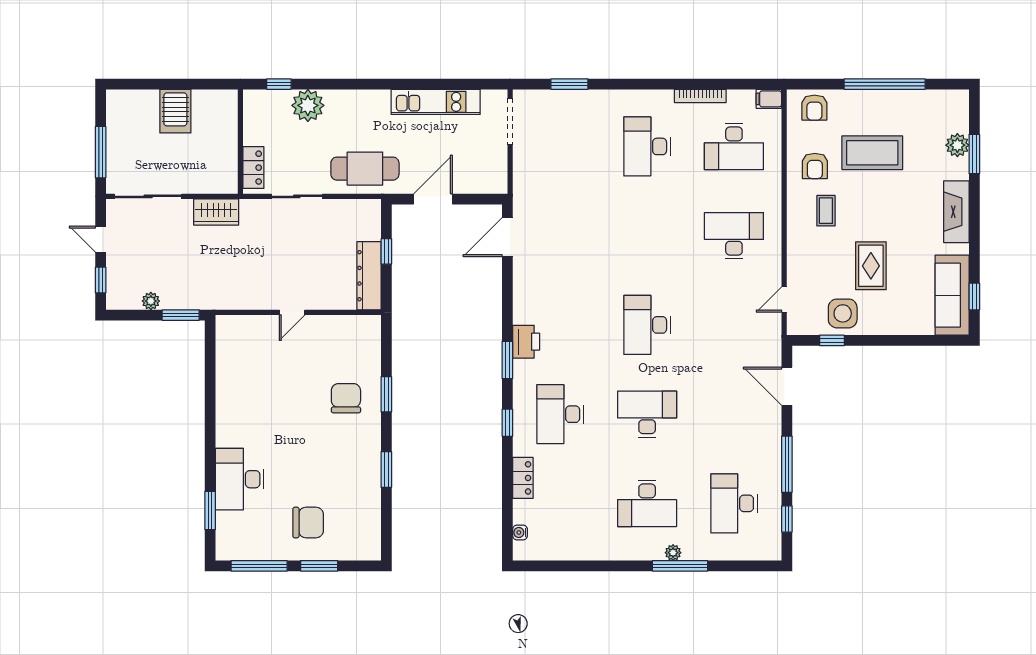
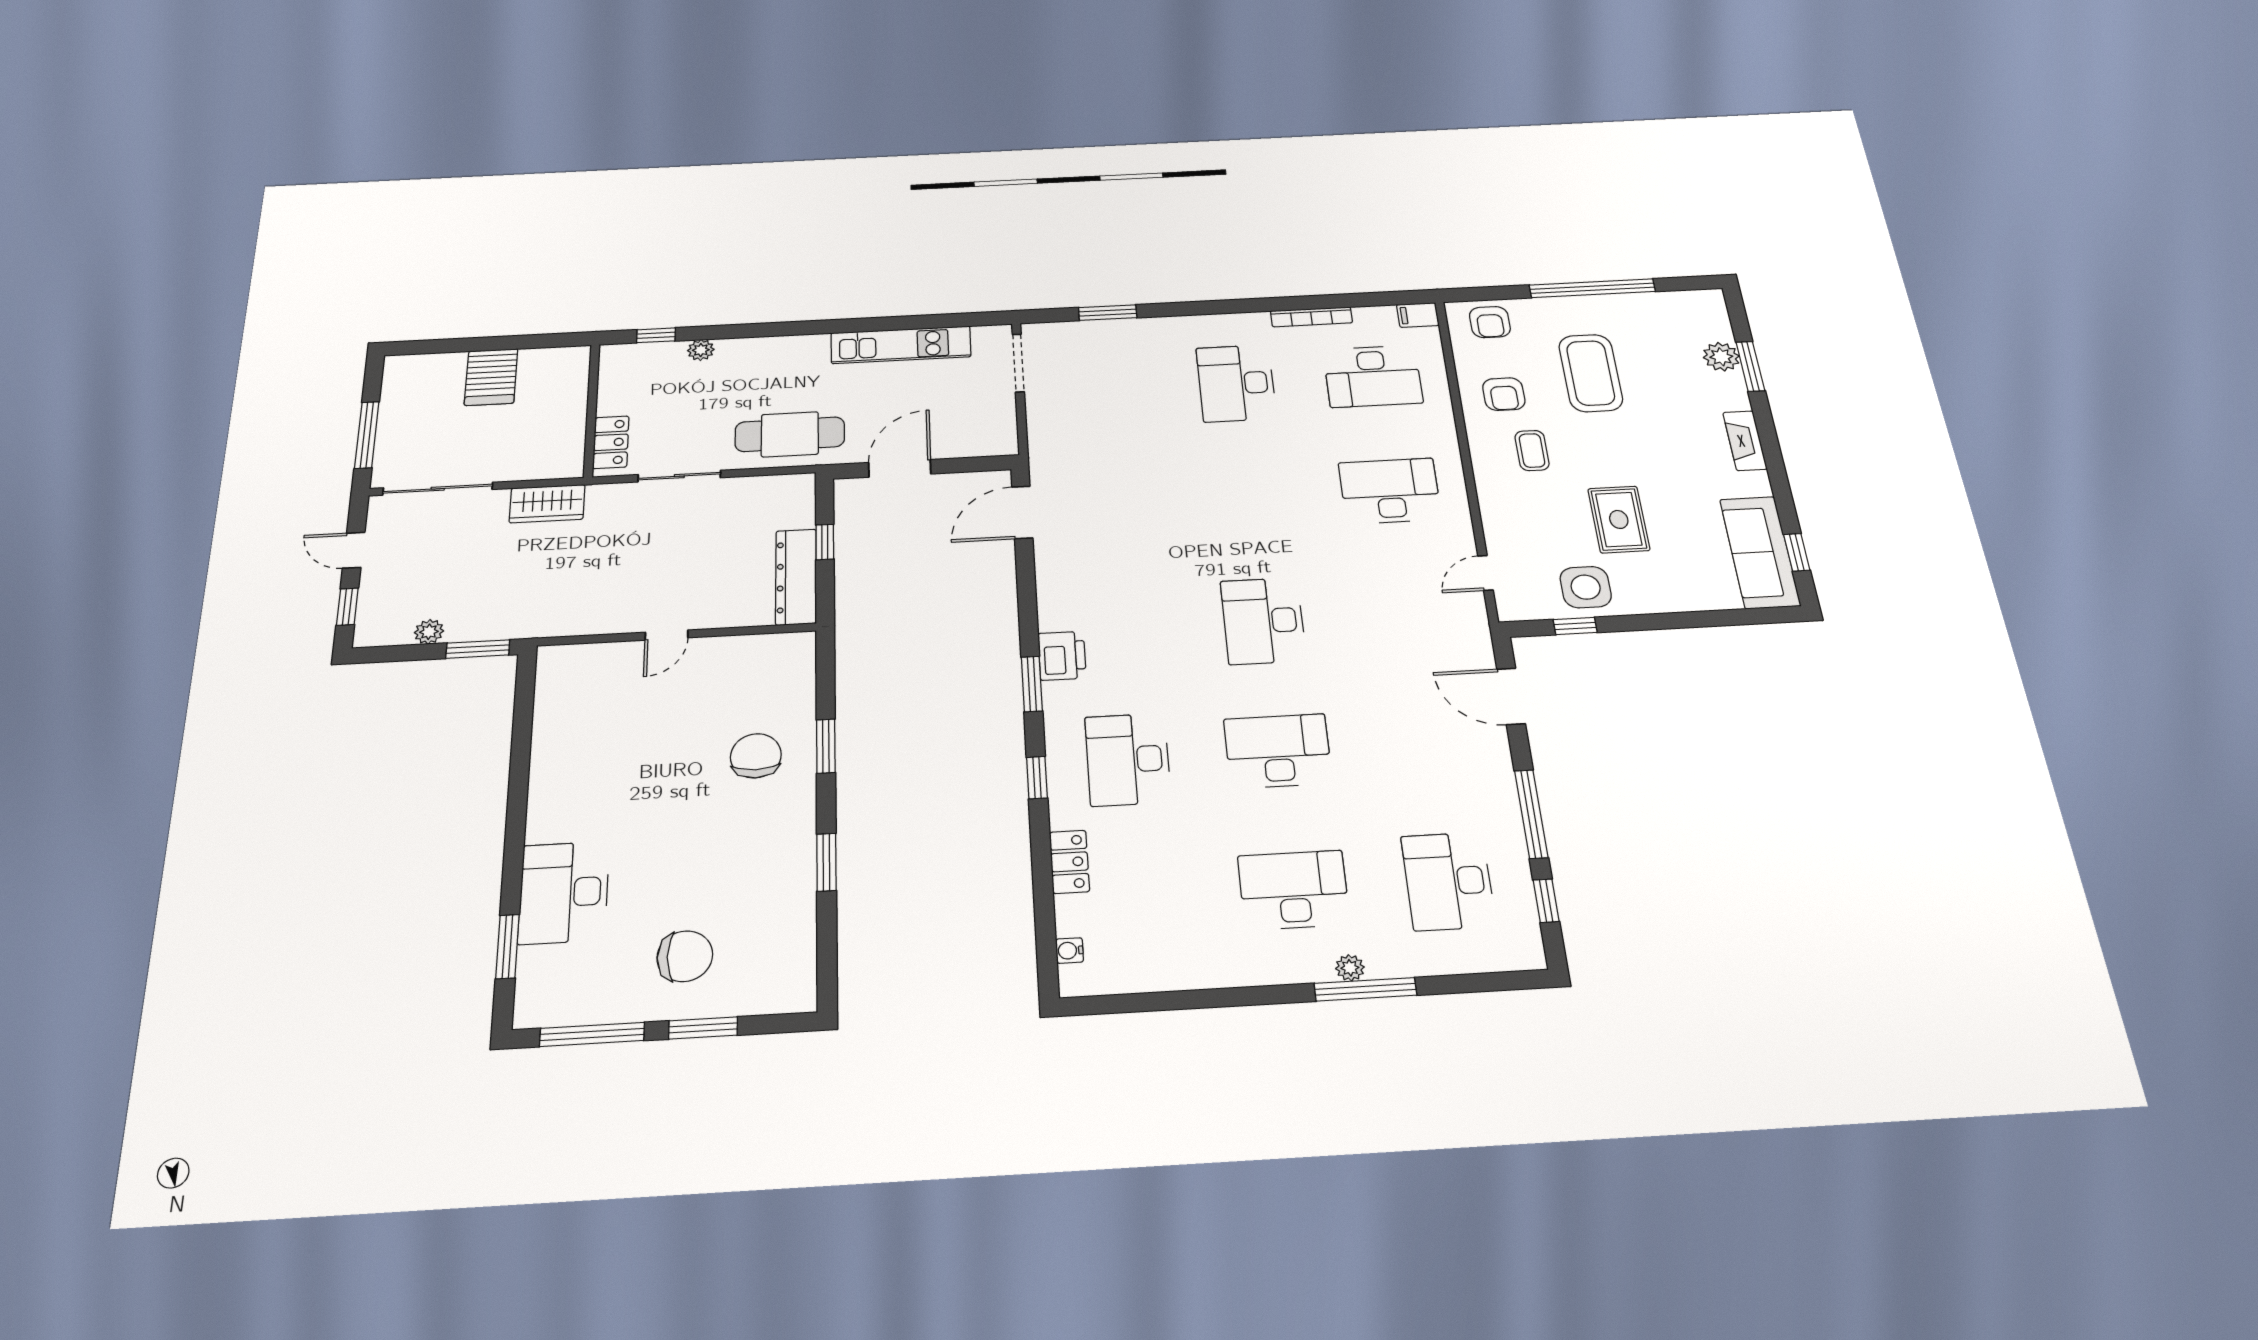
plant: (308, 105) -> (701, 350), width x0.53, depth x0.53
coffee table: (872, 153) -> (1591, 373), turned 90
fireplace: (956, 212) -> (1745, 441), width x0.73, depth x0.76
desk: (647, 503) -> (1294, 890), turned 180

